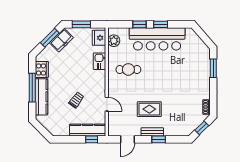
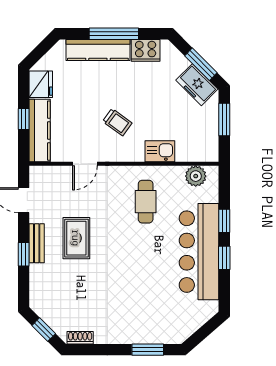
fridge: (99, 38) -> (41, 84), moved, turned 90
trolley: (76, 100) -> (117, 122), moved
window: (92, 139) -> (24, 119), moved

